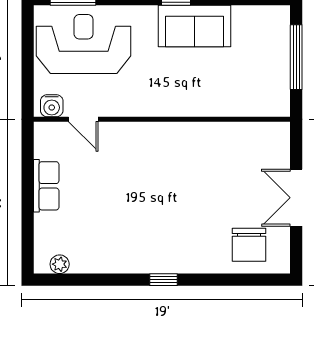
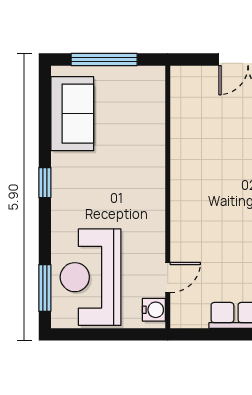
sofa: (194, 26) -> (72, 114), moved

